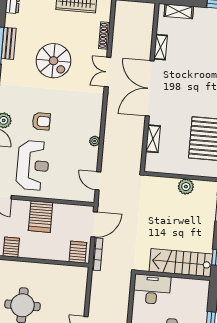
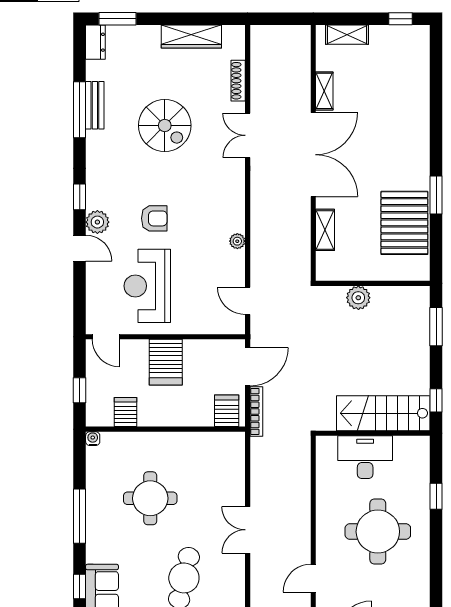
double door: (150, 88) -> (313, 155), swing flipped
reception desk: (33, 165) -> (147, 286), turned 180
plant: (186, 187) -> (358, 298), moved
desk: (152, 289) -> (365, 457), moved

